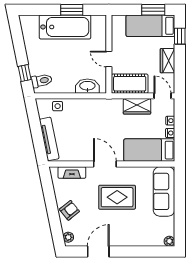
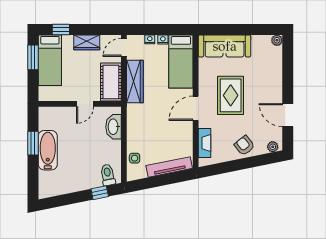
bathtub: (65, 27) -> (48, 150), width x0.73, depth x0.73
wardrobe: (137, 106) -> (135, 82), width x1.50

